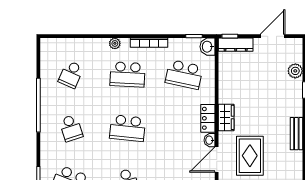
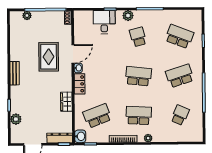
school desk: (184, 74) -> (97, 116), turned -33
wardrobe: (226, 117) -> (66, 102), moved
school desk: (71, 128) -> (180, 76), width x1.85

